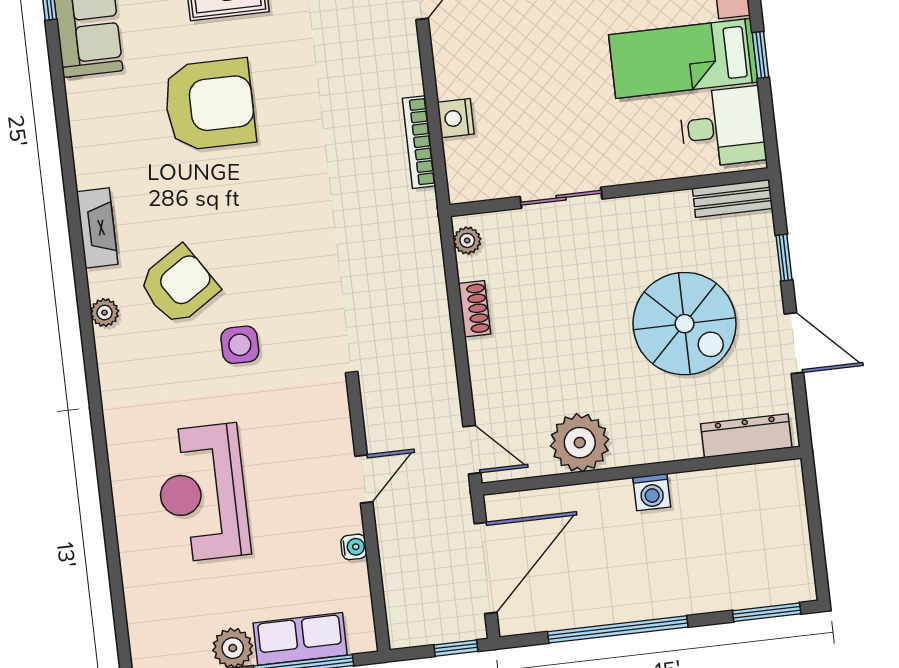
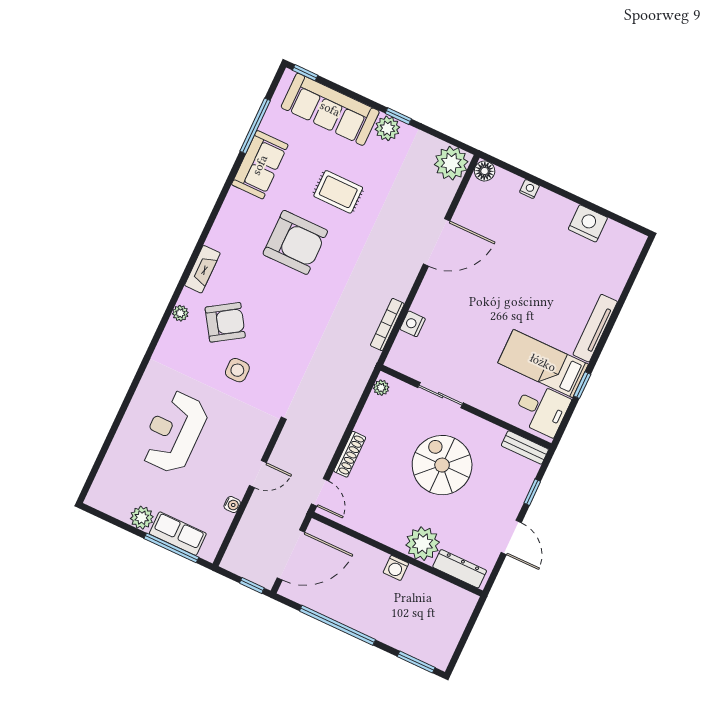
shoe rack: (474, 309) -> (350, 454), moved, width x1.43
spiral stairs: (685, 324) -> (442, 465), moved, turned 180
plant: (580, 443) -> (423, 544), moved

